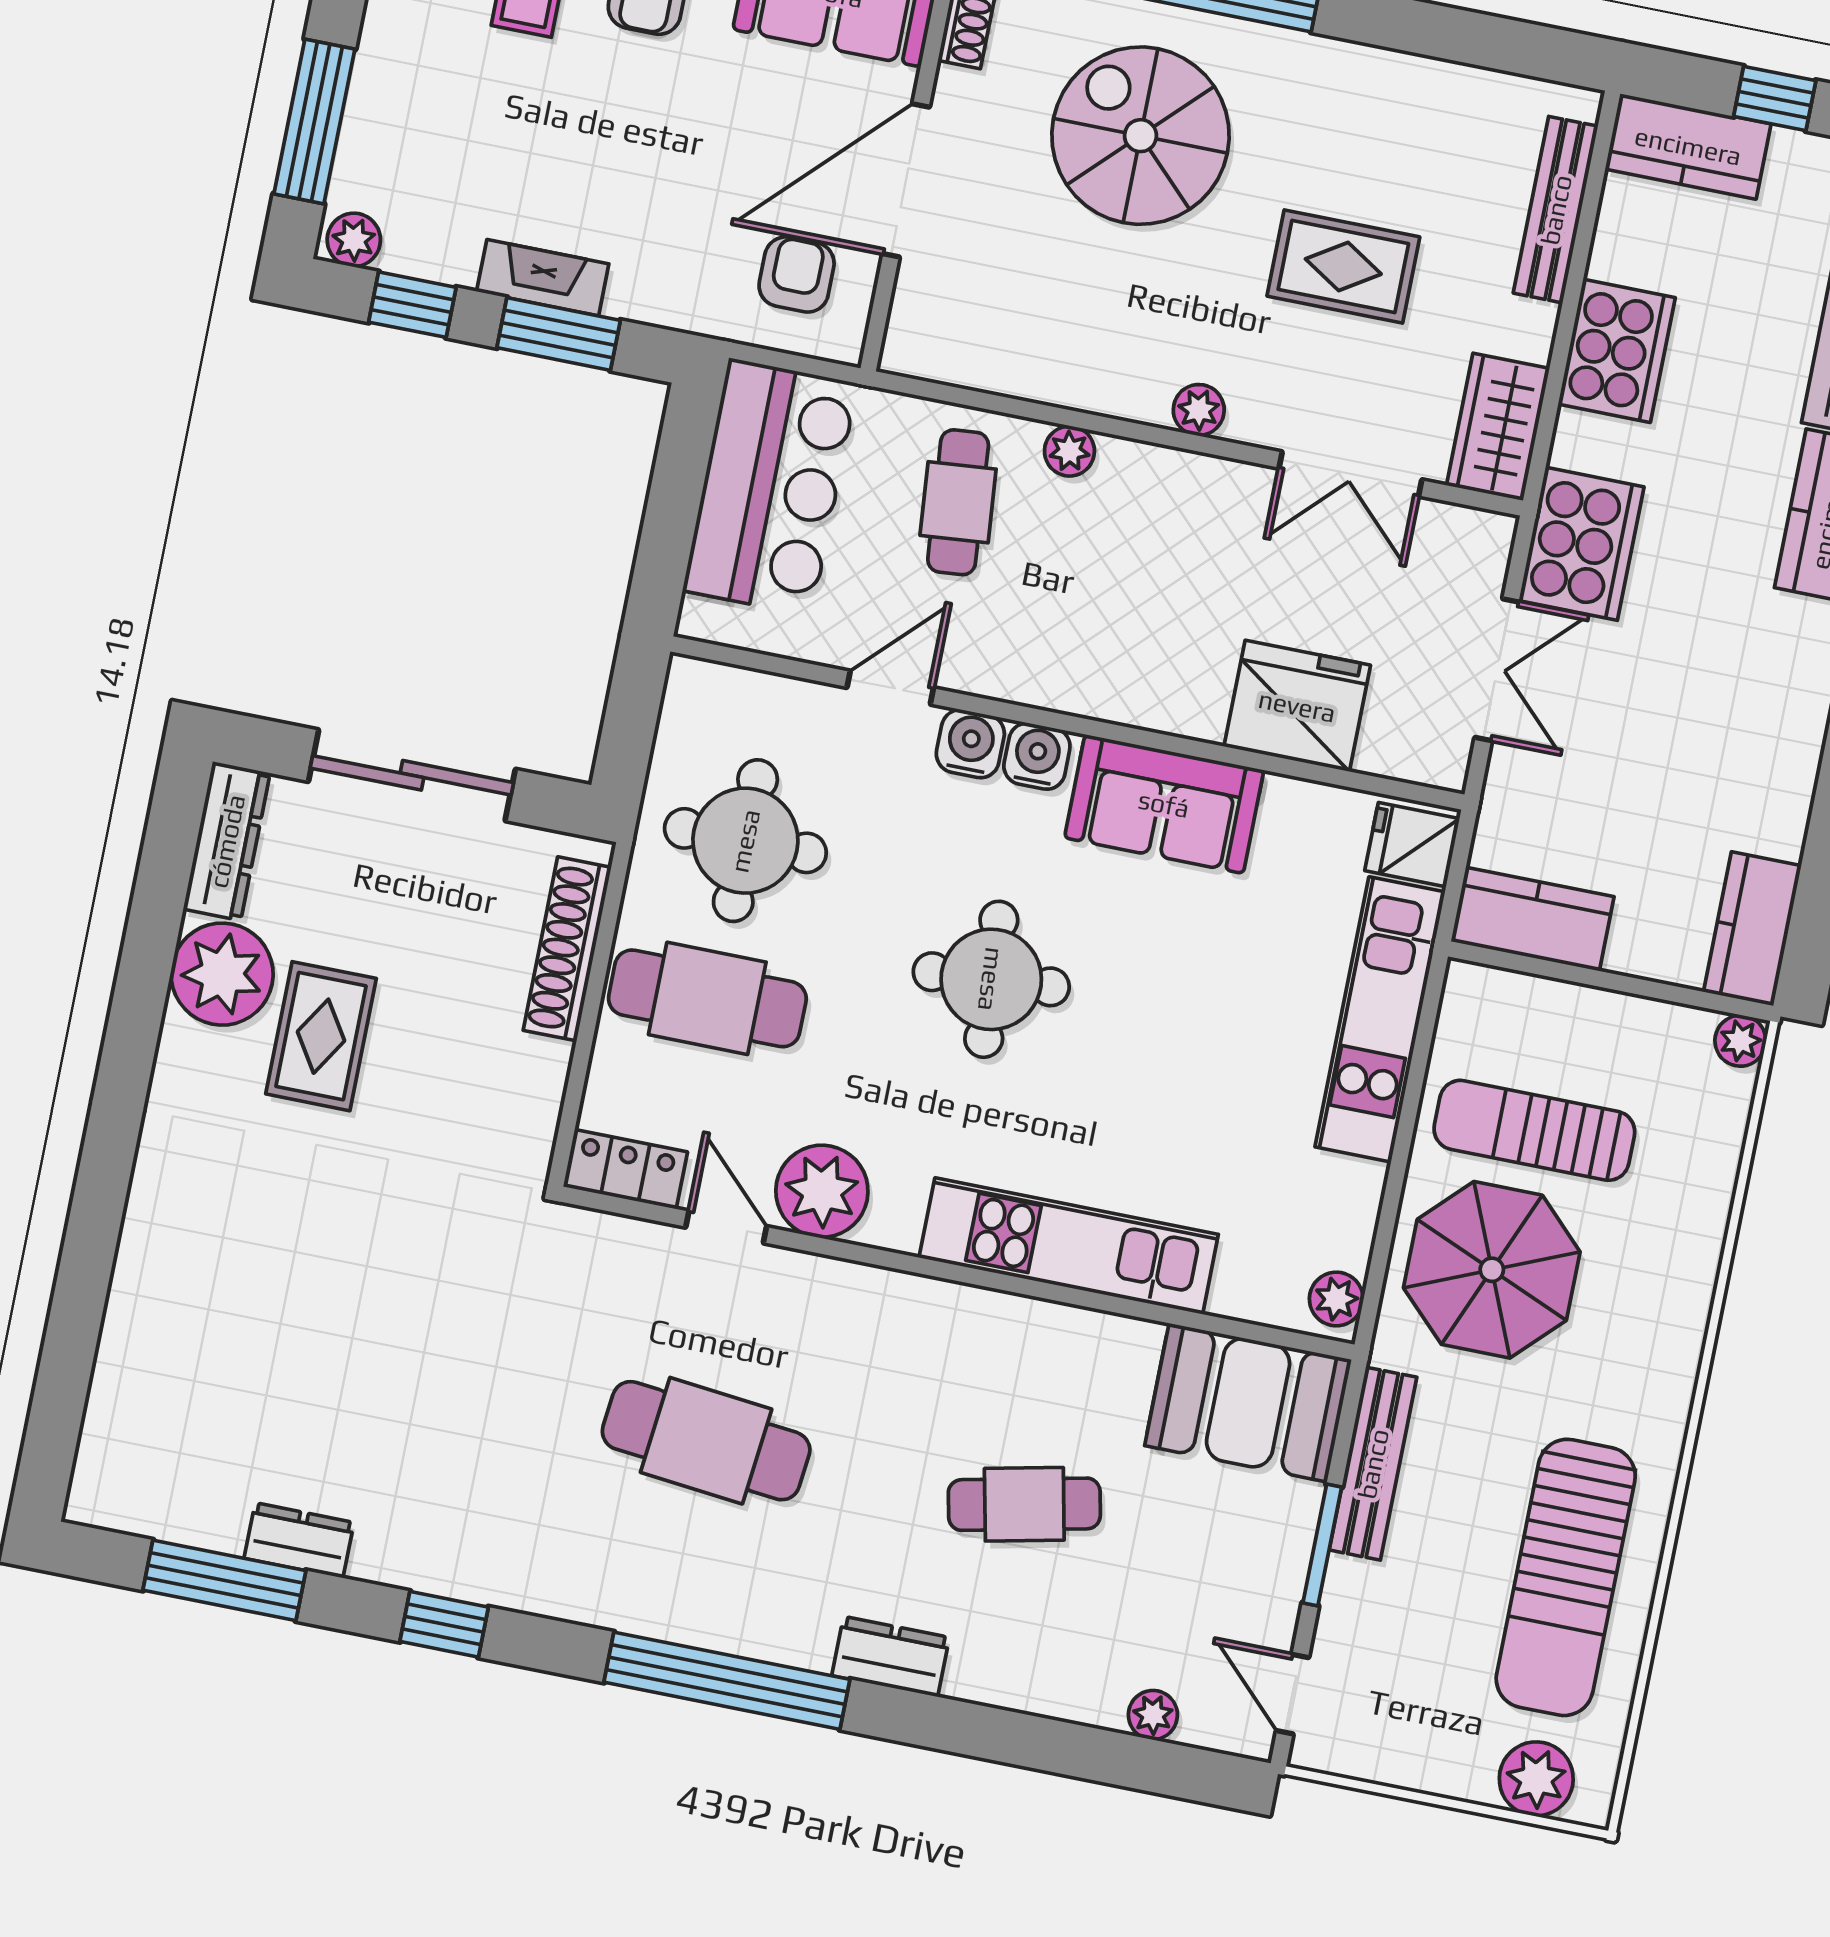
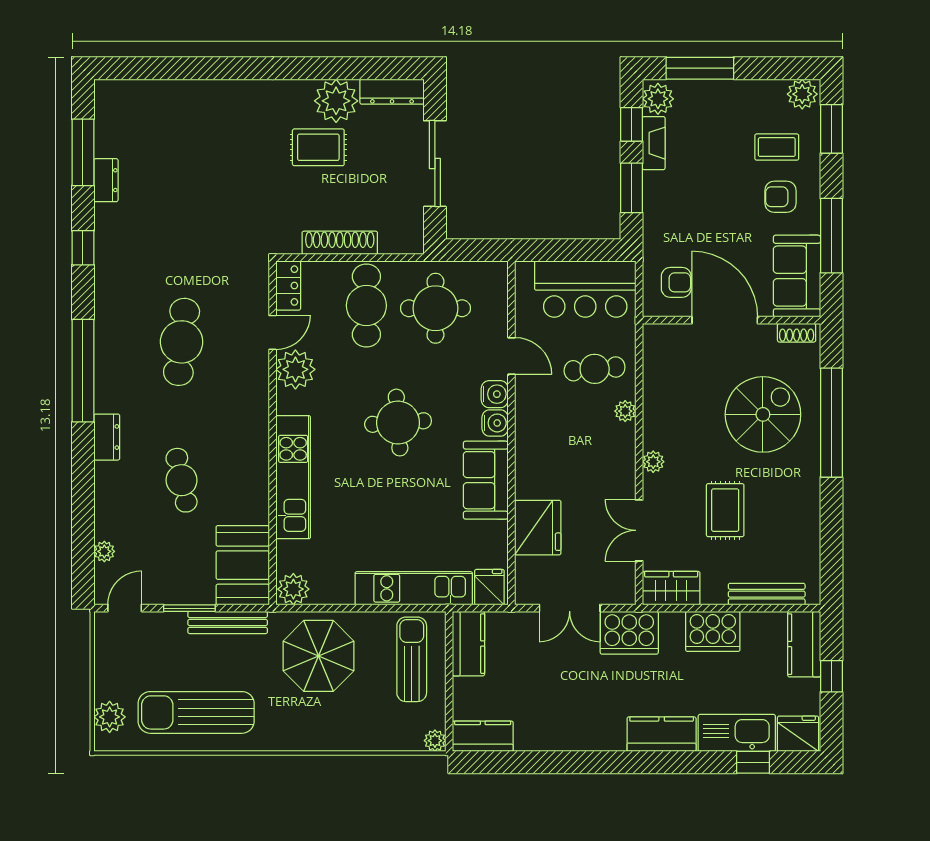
plant: (354, 240) -> (658, 99), width x1.38, depth x1.38
fireplace: (543, 278) -> (654, 143), moved
shoe rack: (567, 949) -> (340, 243), moved
sun lounger: (1534, 1130) -> (412, 659), moved
plant: (1336, 1299) -> (293, 589), width x1.38, depth x1.38

